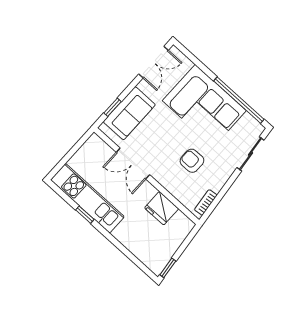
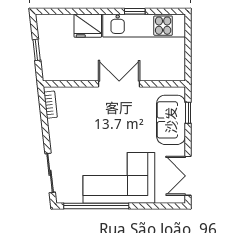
armchair: (192, 161) -> (90, 127), removed
double door: (133, 164) -> (119, 84), moved
fridge: (162, 208) -> (88, 26), moved, turned 180
window: (168, 268) -> (37, 50), moved

